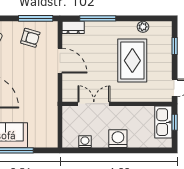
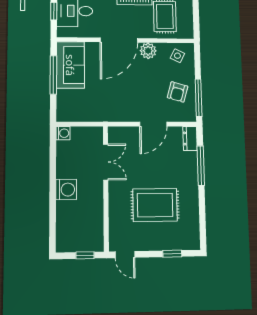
plant: (143, 27) -> (193, 217), removed
kitchen sink: (163, 122) -> (85, 242), removed
washing machine: (85, 142) -> (63, 133), moved

